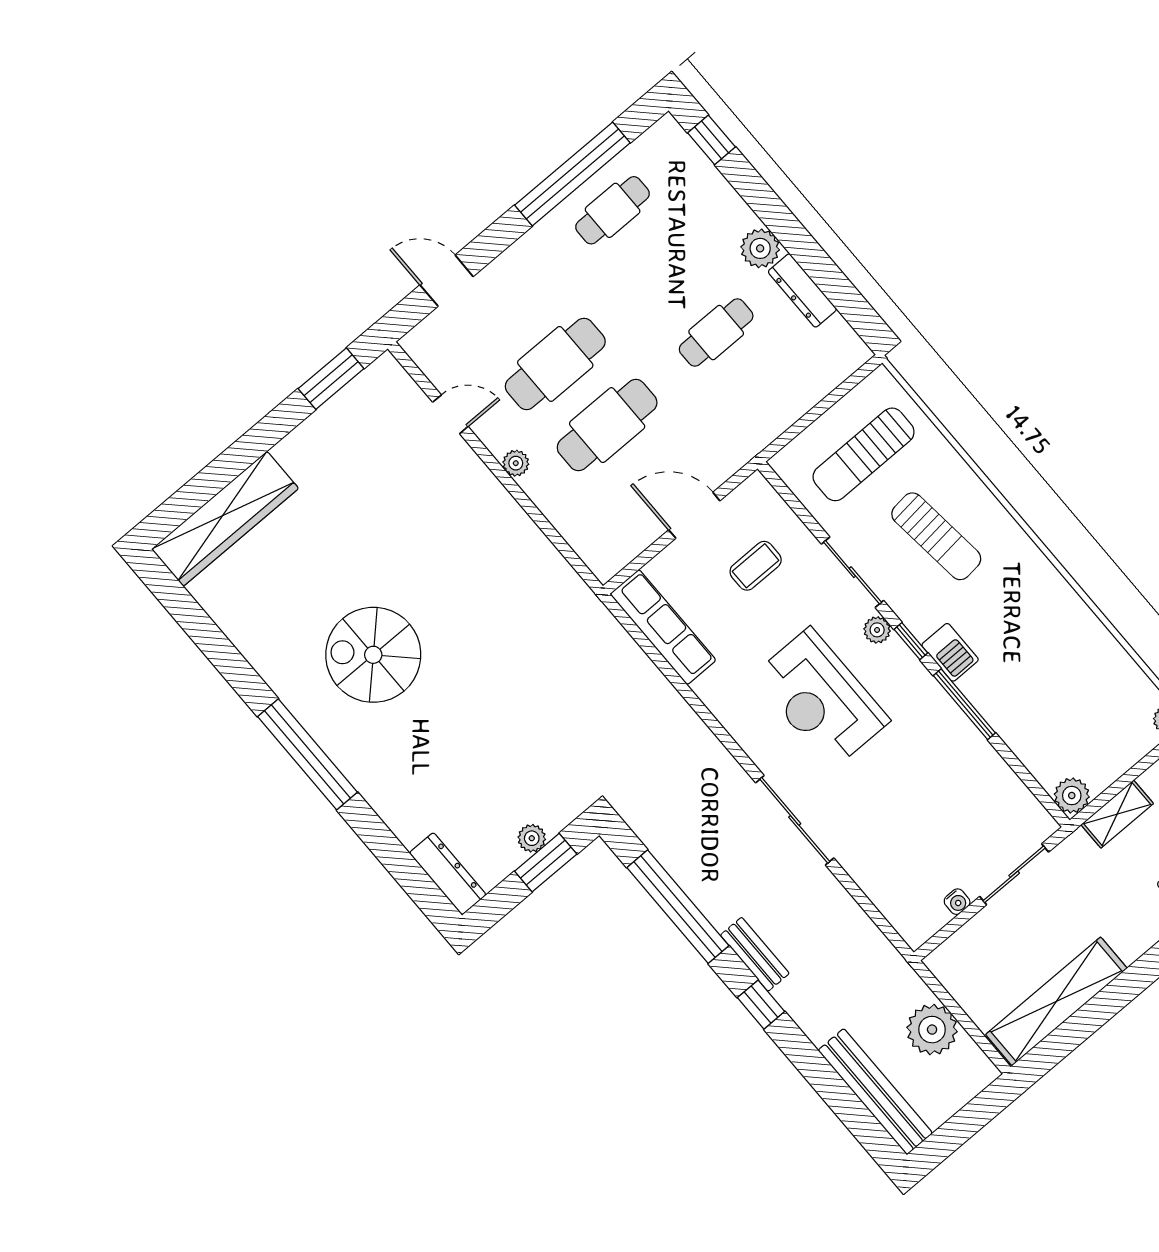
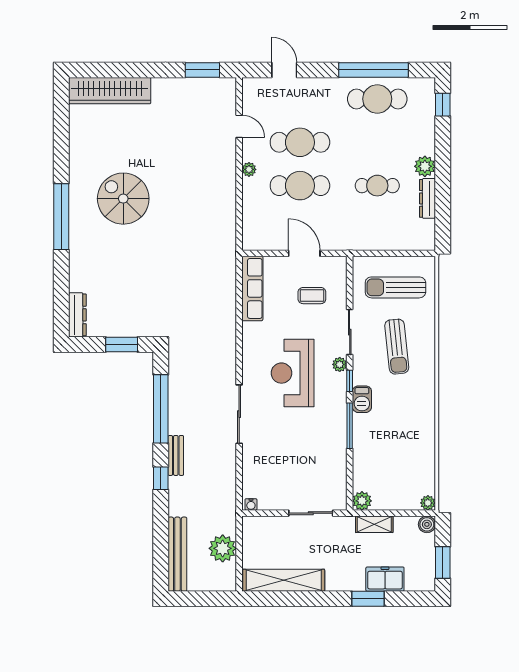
cafe table: (613, 210) -> (377, 99), width x1.37, depth x1.35
plant: (532, 838) -> (124, 330), removed
water cooler: (957, 902) -> (251, 504), moved

